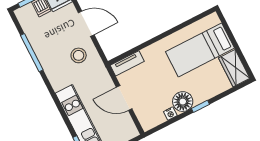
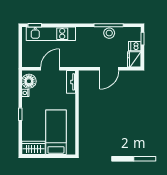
stool: (79, 55) -> (109, 33), moved
floor lamp: (183, 102) -> (29, 81), moved

